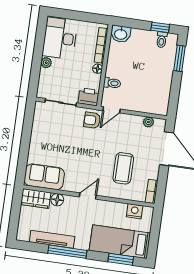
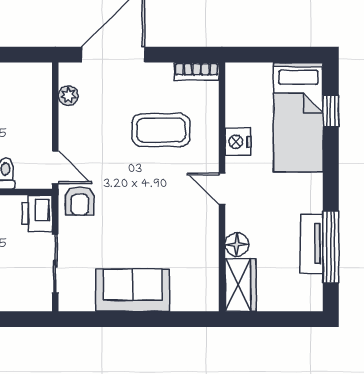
sofa: (44, 177) -> (133, 290), moved, turned 90
nightstand: (135, 211) -> (238, 142), moved
tv unit: (52, 239) -> (312, 244), width x0.71
window: (67, 252) -> (331, 247), moved
window: (121, 259) -> (331, 111), width x0.67

